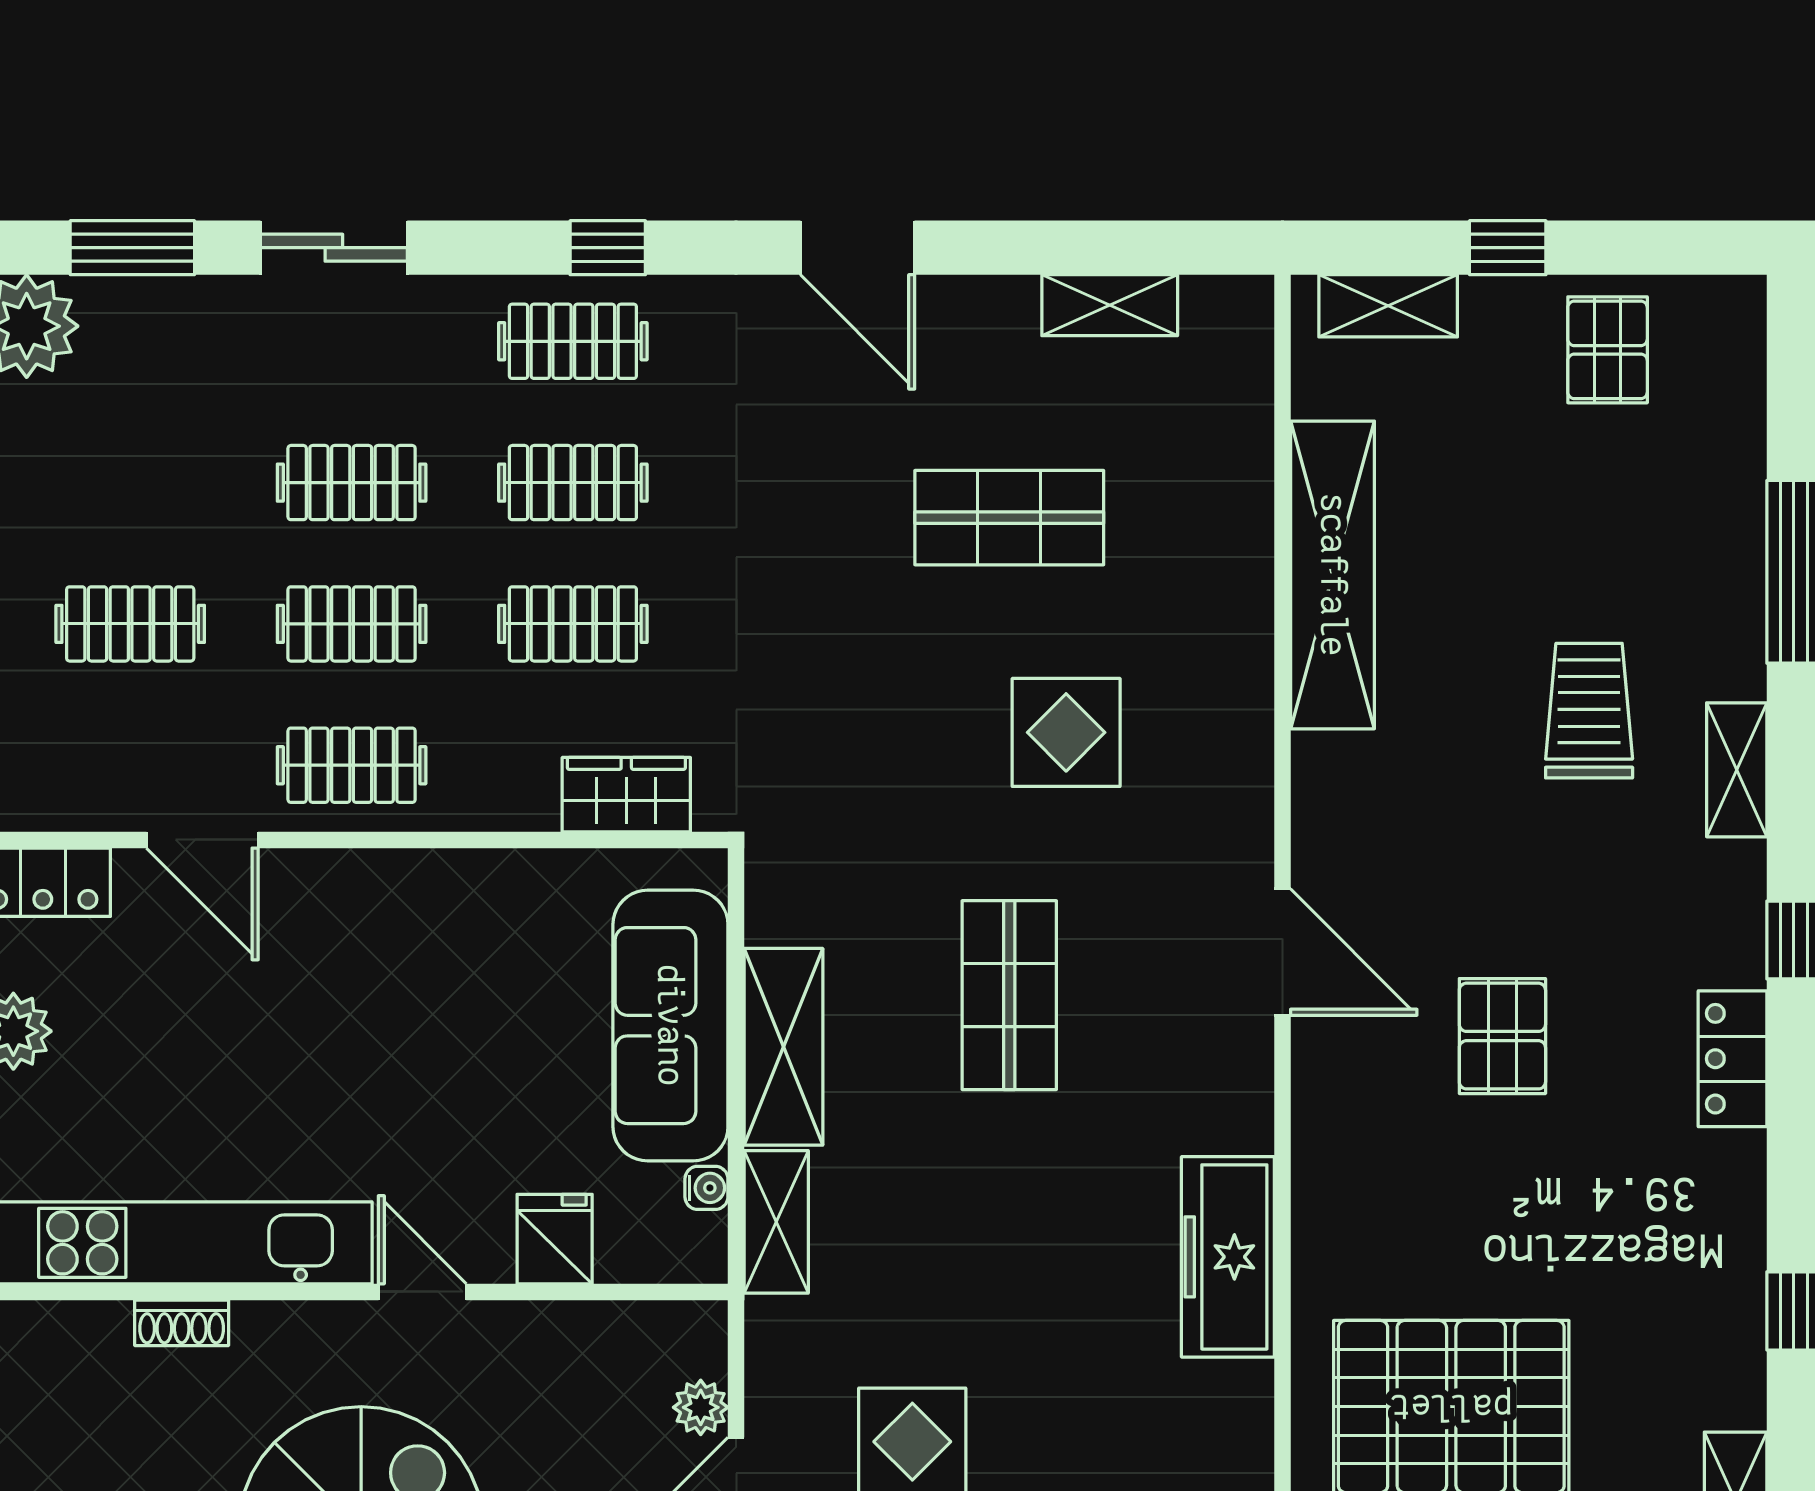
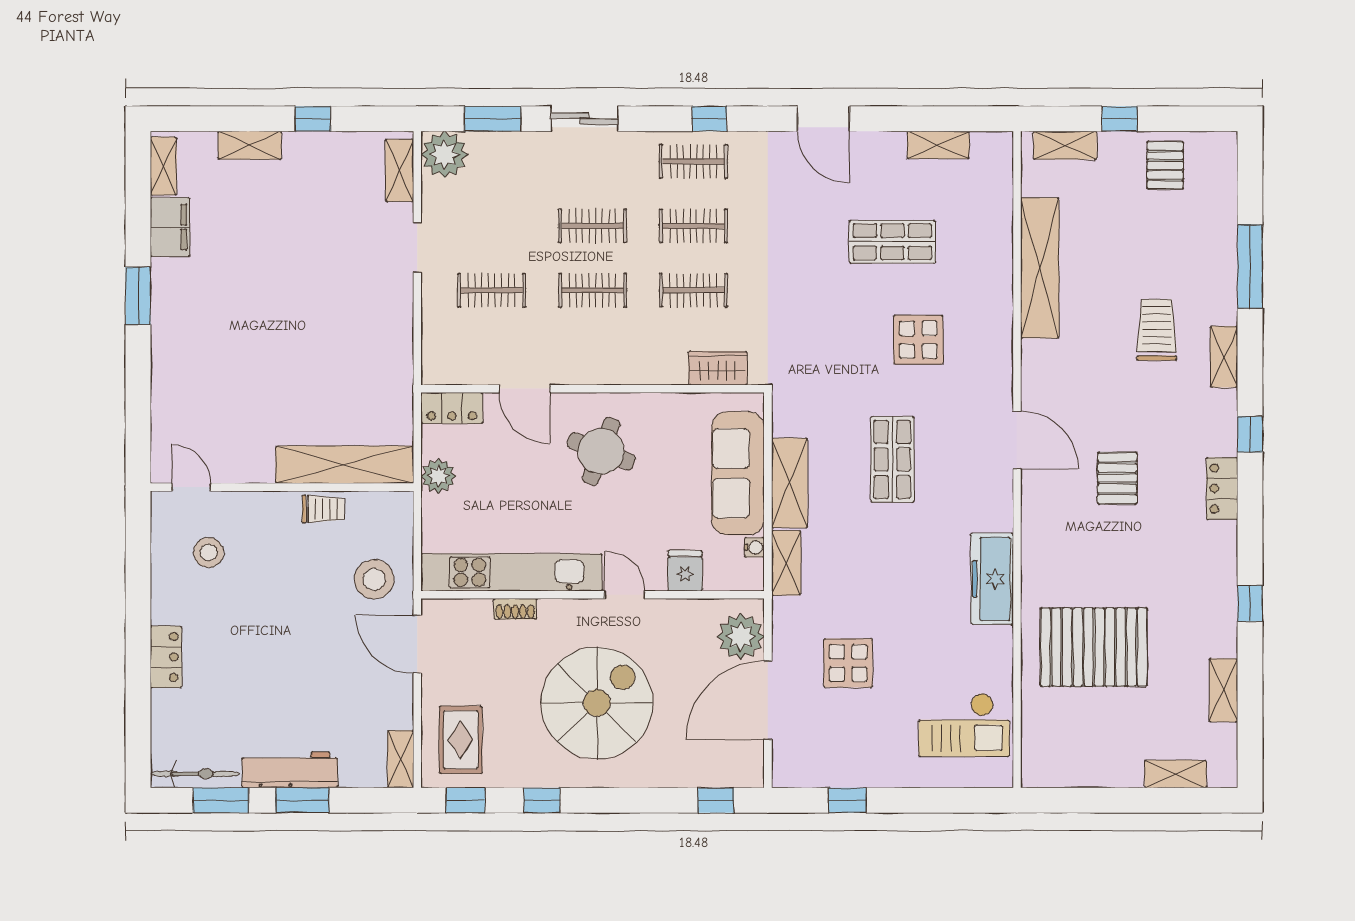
clothes rail: (352, 765) -> (593, 355), removed
round table: (370, 977) -> (601, 451), added
plant: (701, 1407) -> (741, 637), width x1.88, depth x1.88

